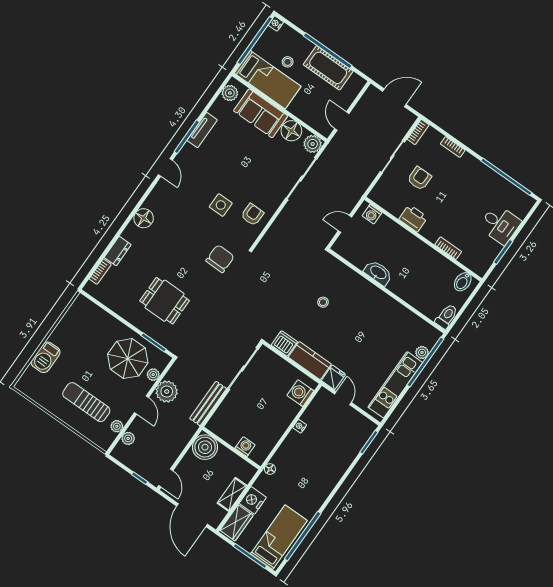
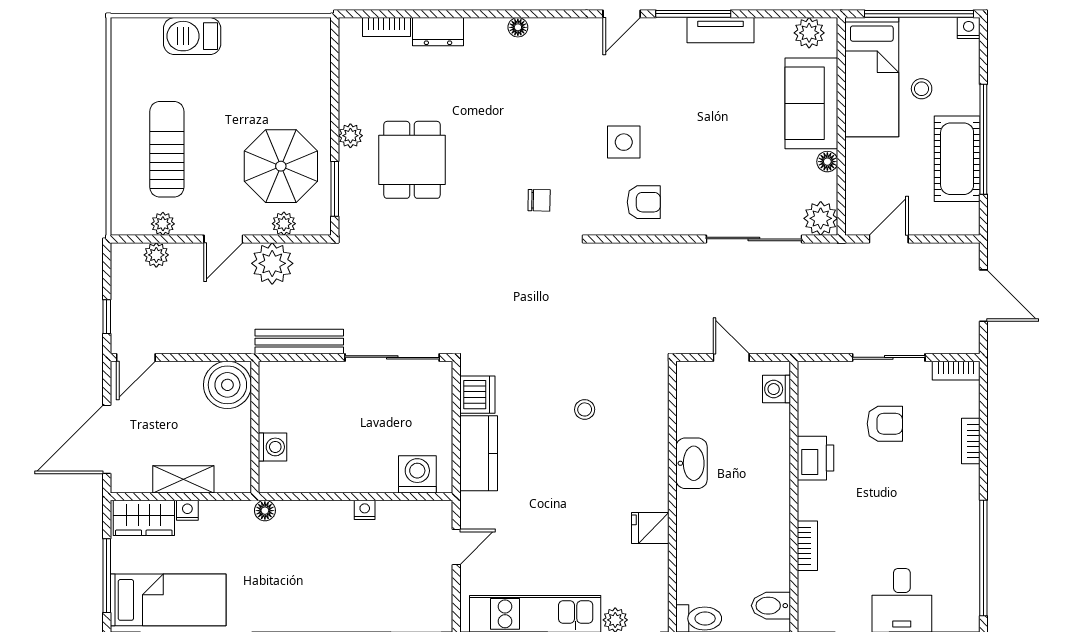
floor lamp: (291, 131) -> (827, 162), width x0.53, depth x0.53
floor lamp: (144, 218) -> (518, 27), width x0.53, depth x0.53
chair: (220, 259) -> (539, 200), width x0.54, depth x0.54
plant: (136, 320) -> (350, 136), added
fridge: (333, 377) -> (650, 528), moved, turned 180
nightstand: (253, 500) -> (187, 510), width x0.53, depth x0.56

